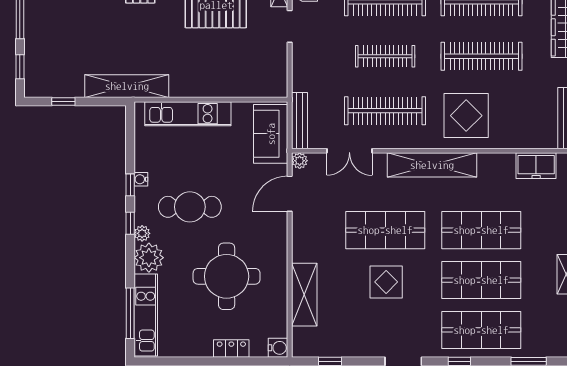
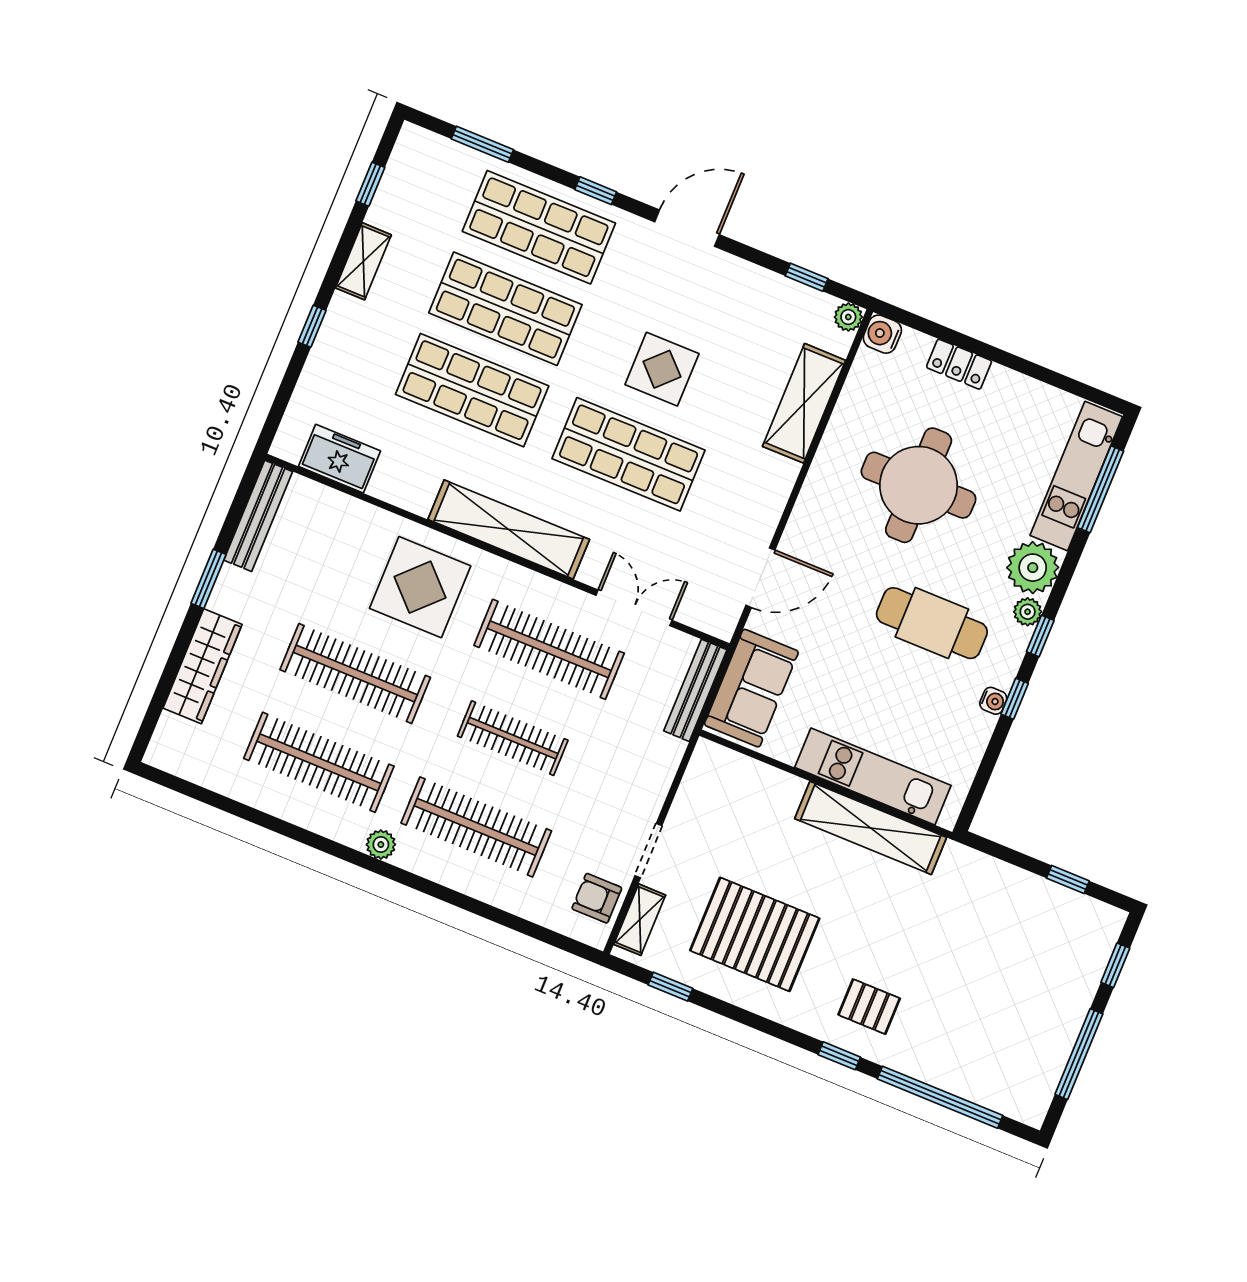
shelving: (127, 86) -> (871, 828), moved
plant: (300, 161) -> (848, 317), moved

